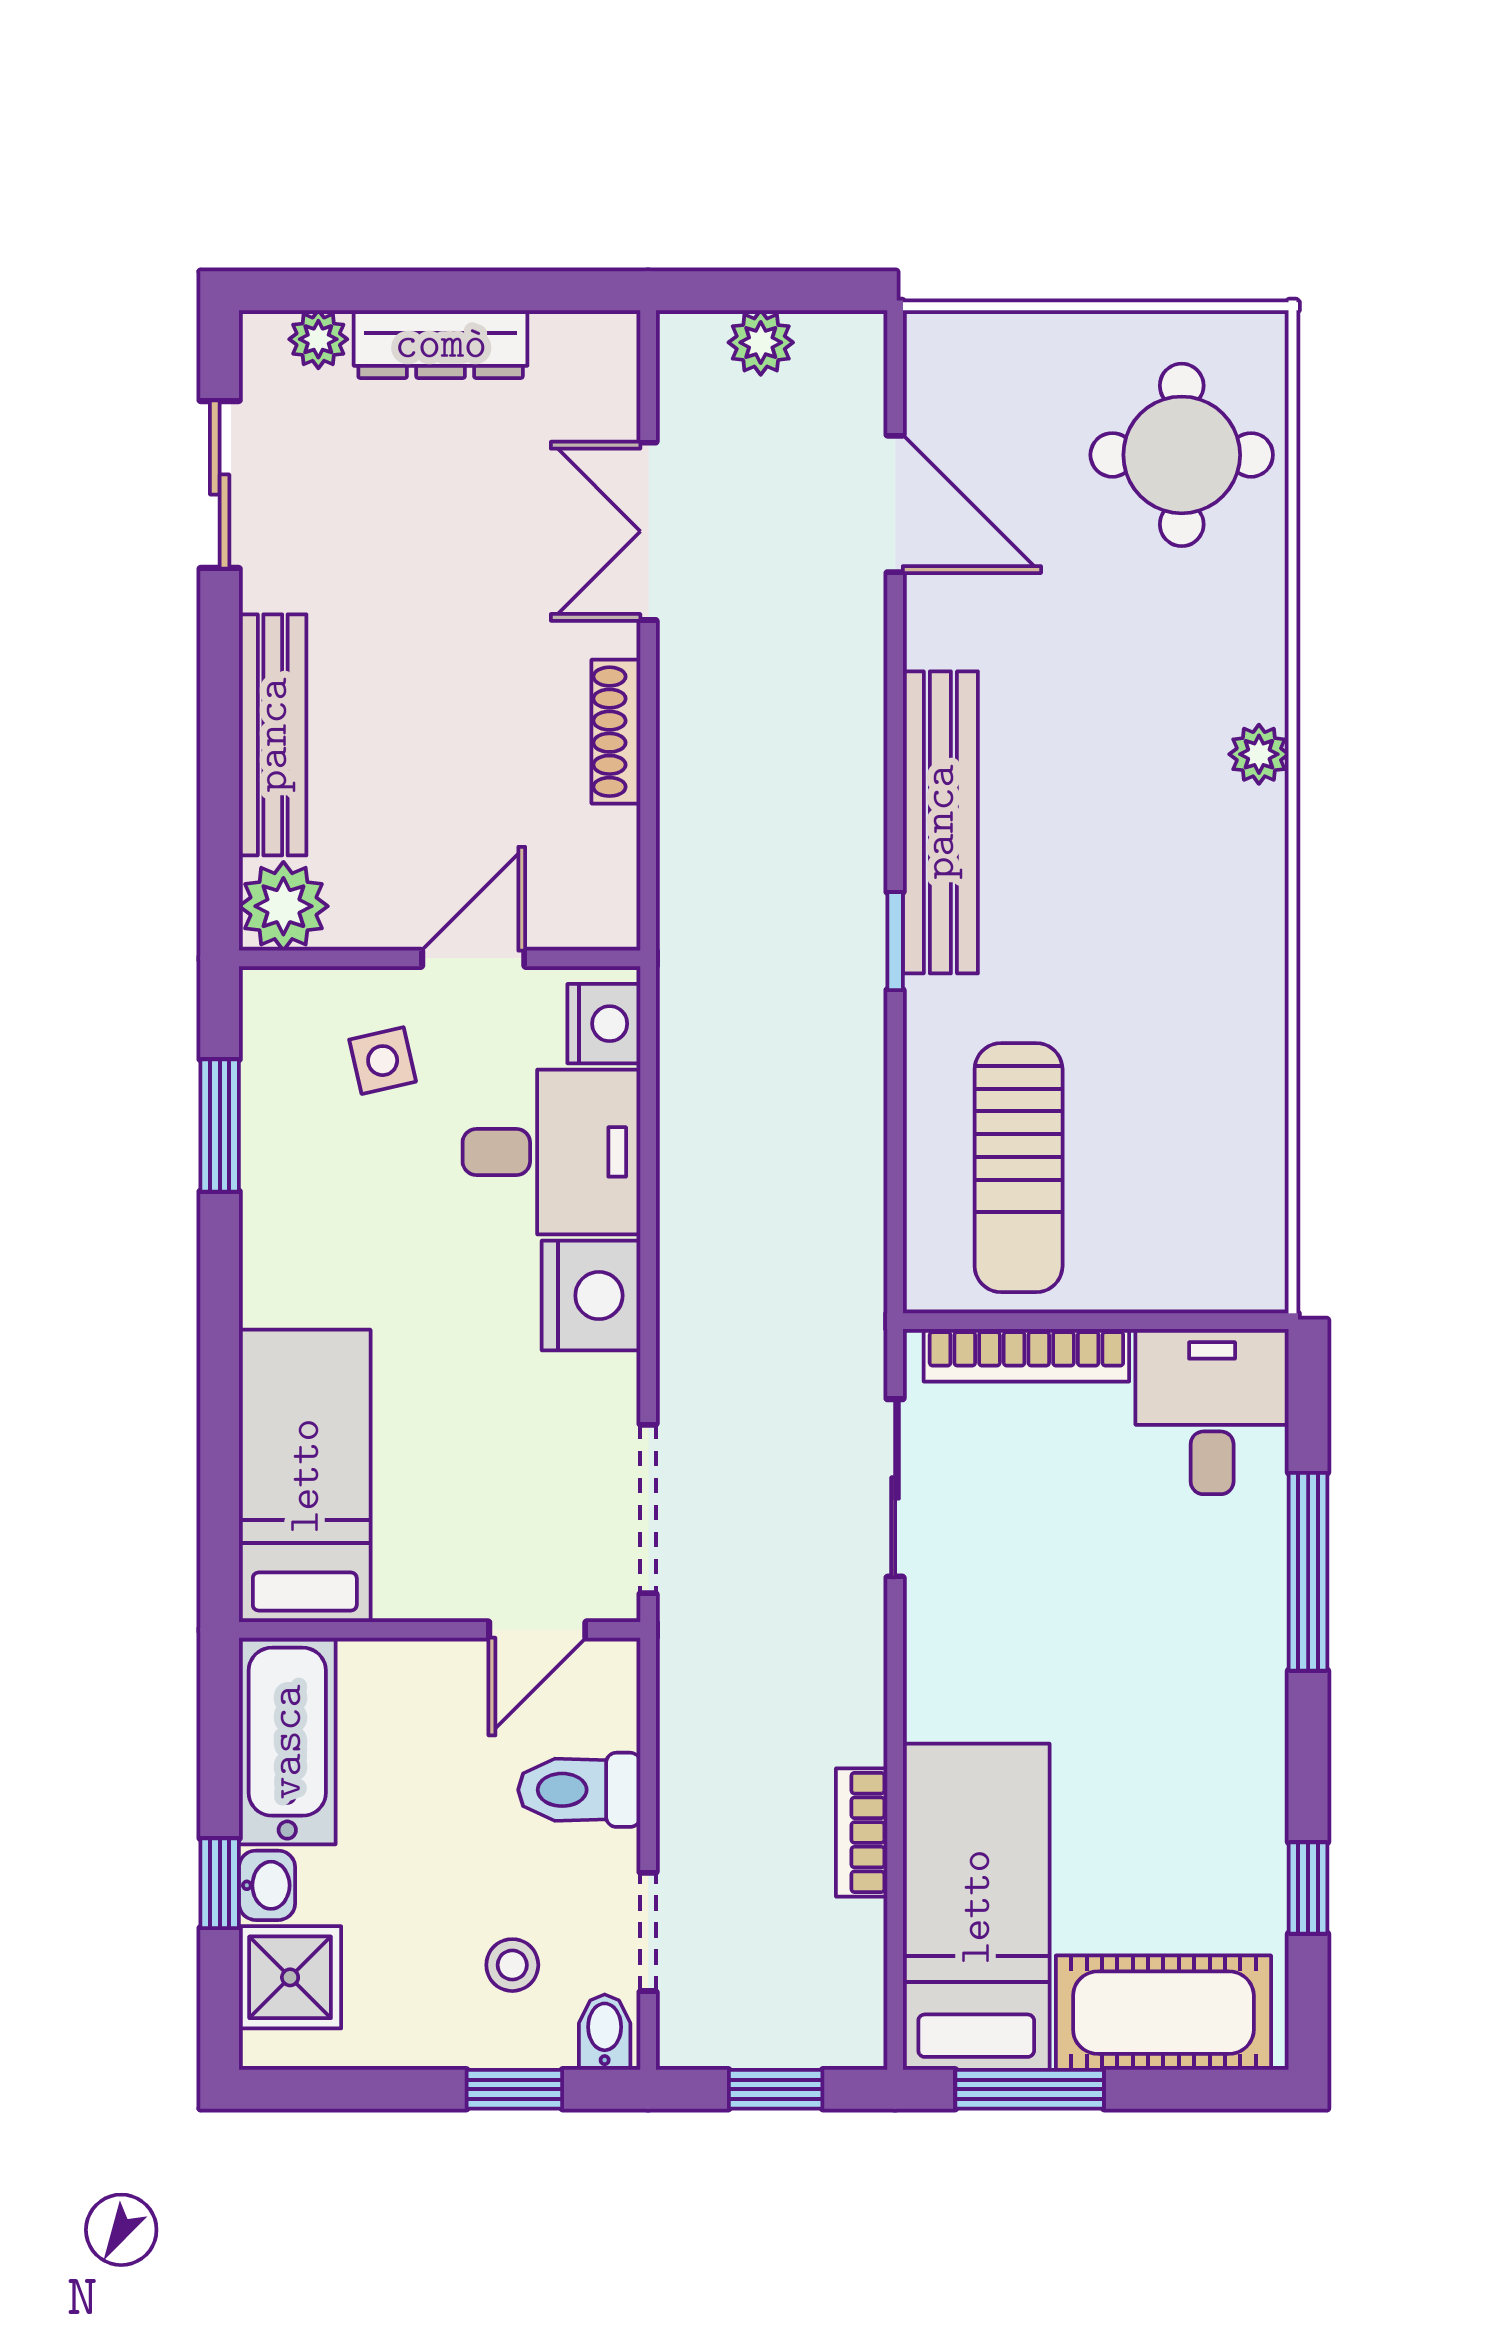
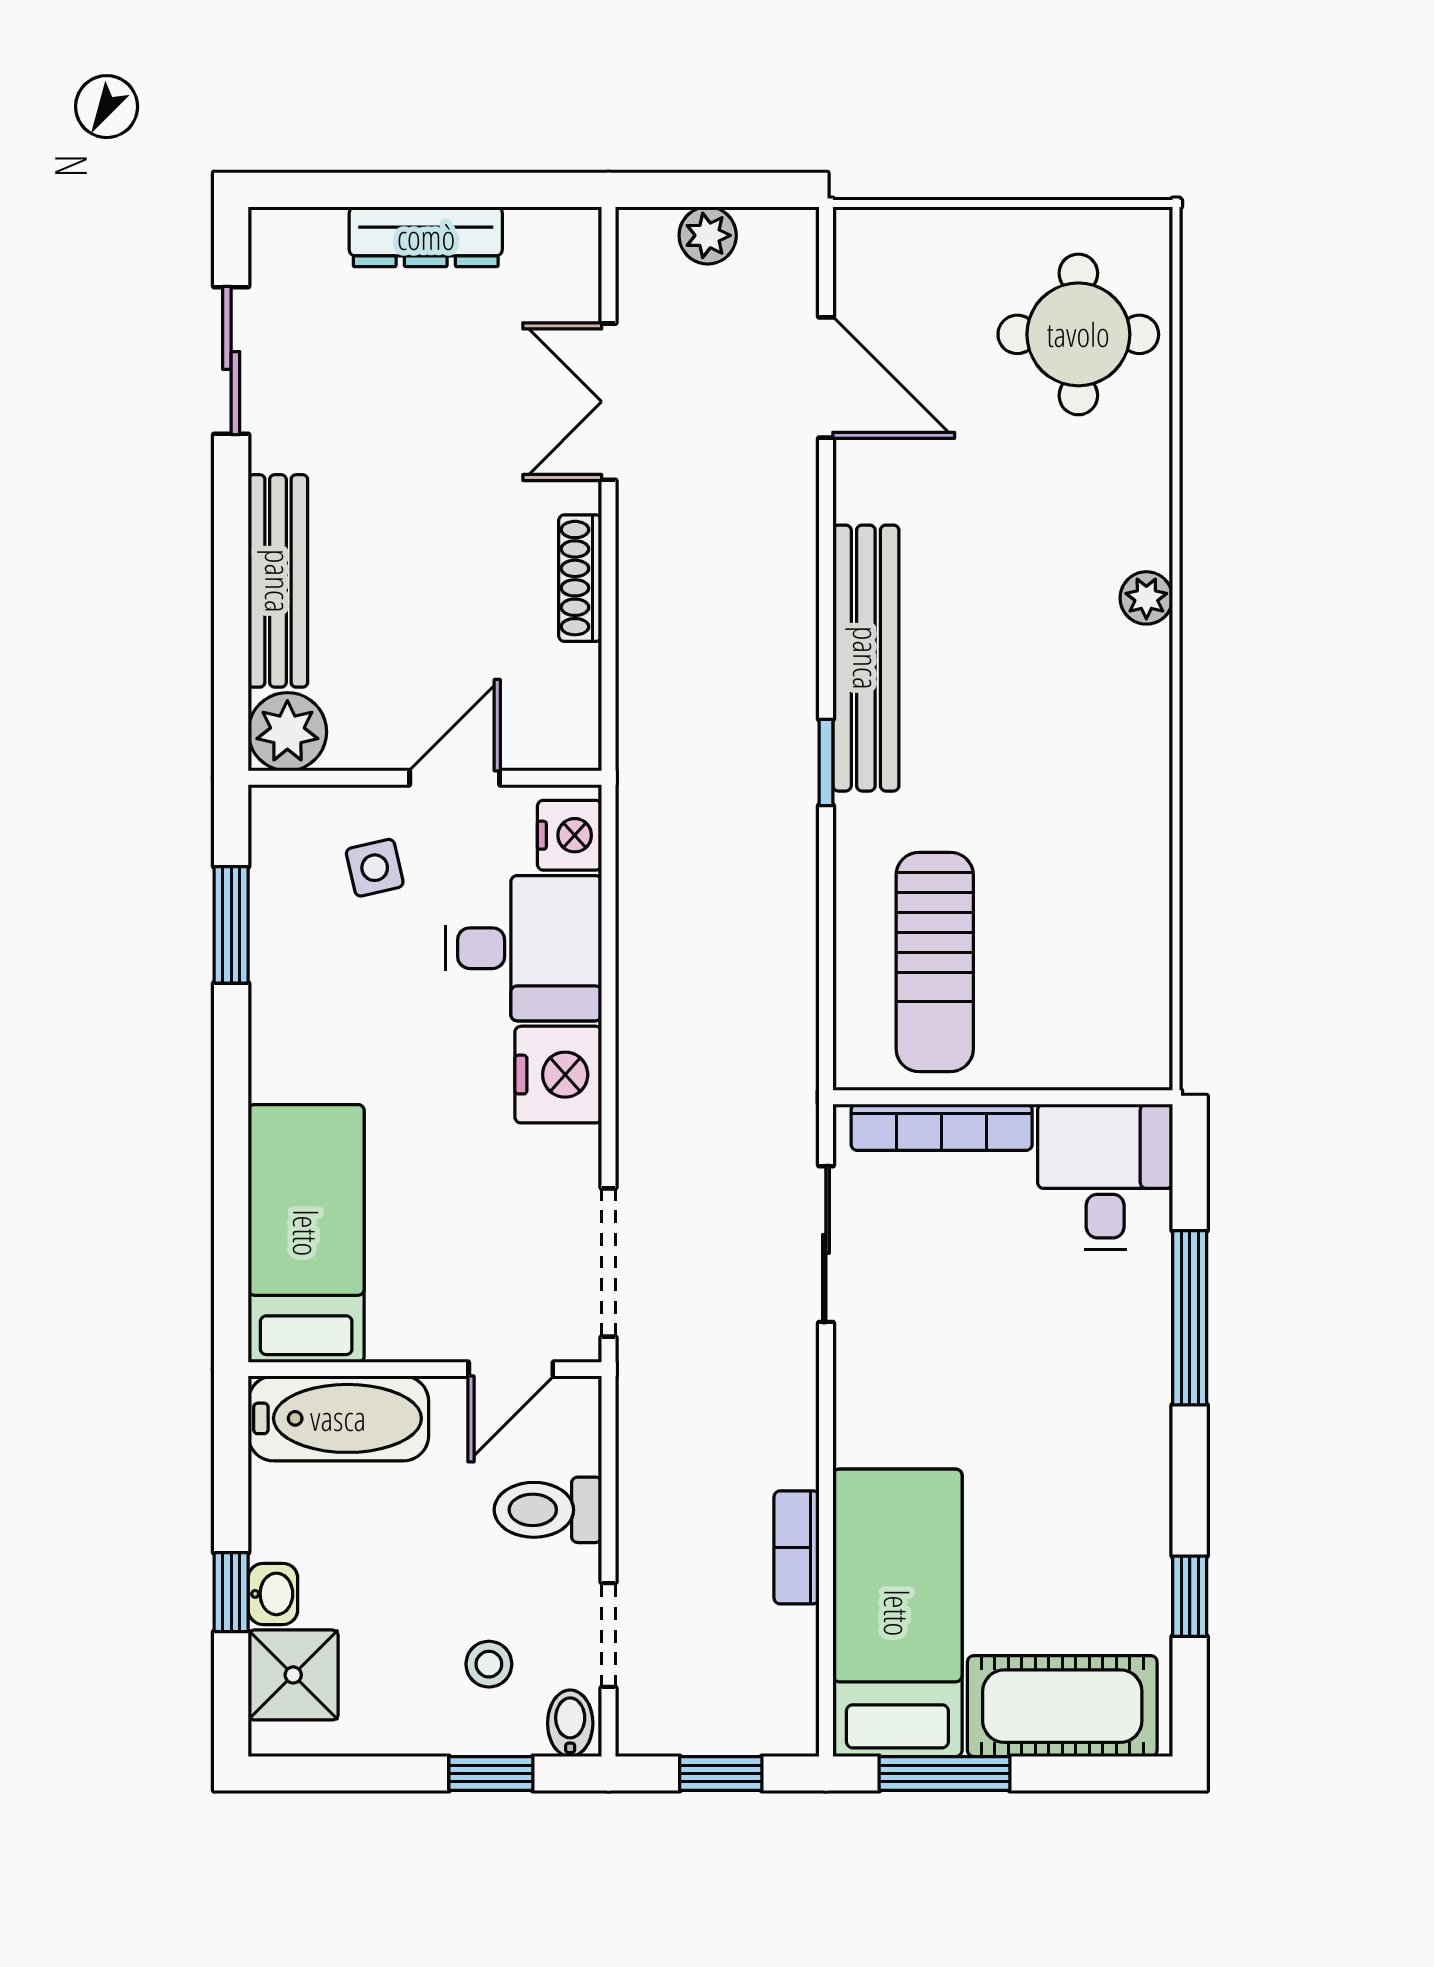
plant: (318, 339) -> (318, 233), removed
bathtub: (287, 1742) -> (338, 1418), moved, turned 90

